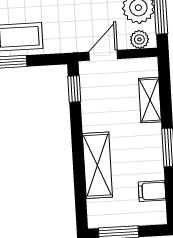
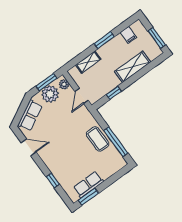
door: (103, 55) -> (82, 96), hinge flipped
window: (74, 89) -> (114, 93), moved

